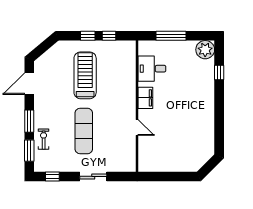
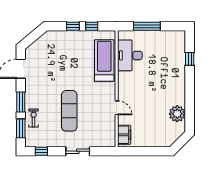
plant: (205, 50) -> (177, 114), moved
desk: (152, 69) -> (130, 55), width x1.37
treadmill: (85, 75) -> (104, 60), moved
filing cabinet: (145, 98) -> (124, 135), moved

